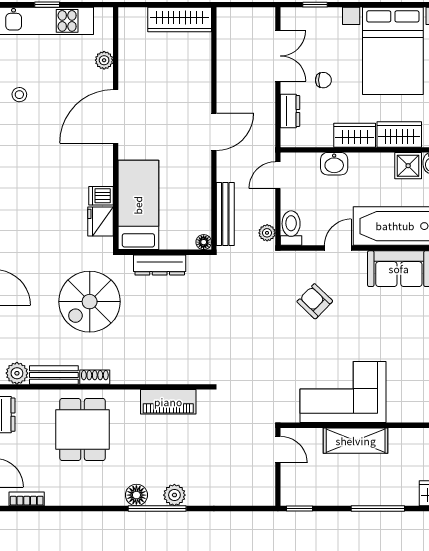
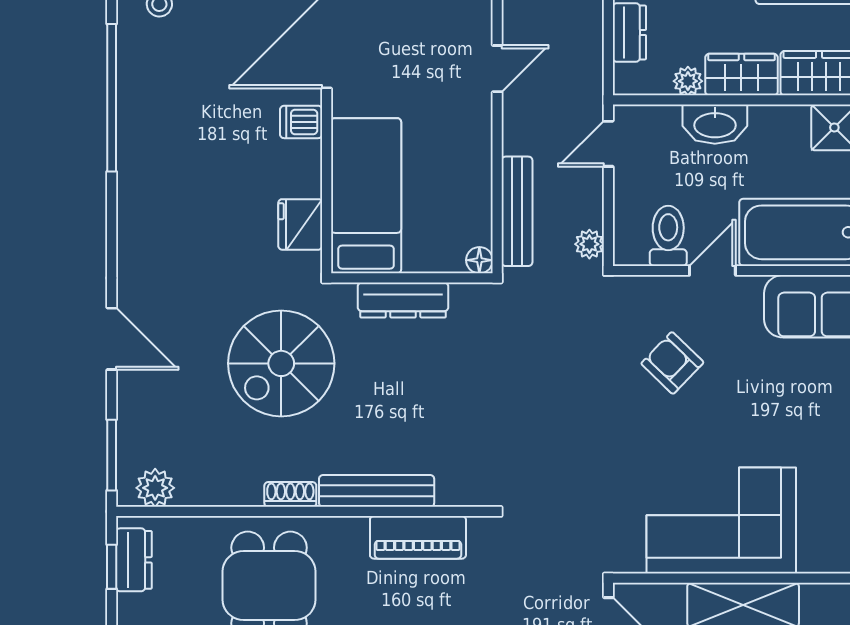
door: (214, 132) -> (497, 69), width x0.73
plant: (324, 139) -> (688, 81), added
washbasin: (334, 164) -> (715, 124), width x1.38
dishwasher: (101, 196) -> (301, 122), moved
toilet: (291, 228) -> (668, 236), moved
bench: (54, 375) -> (377, 491), moved, width x1.36

